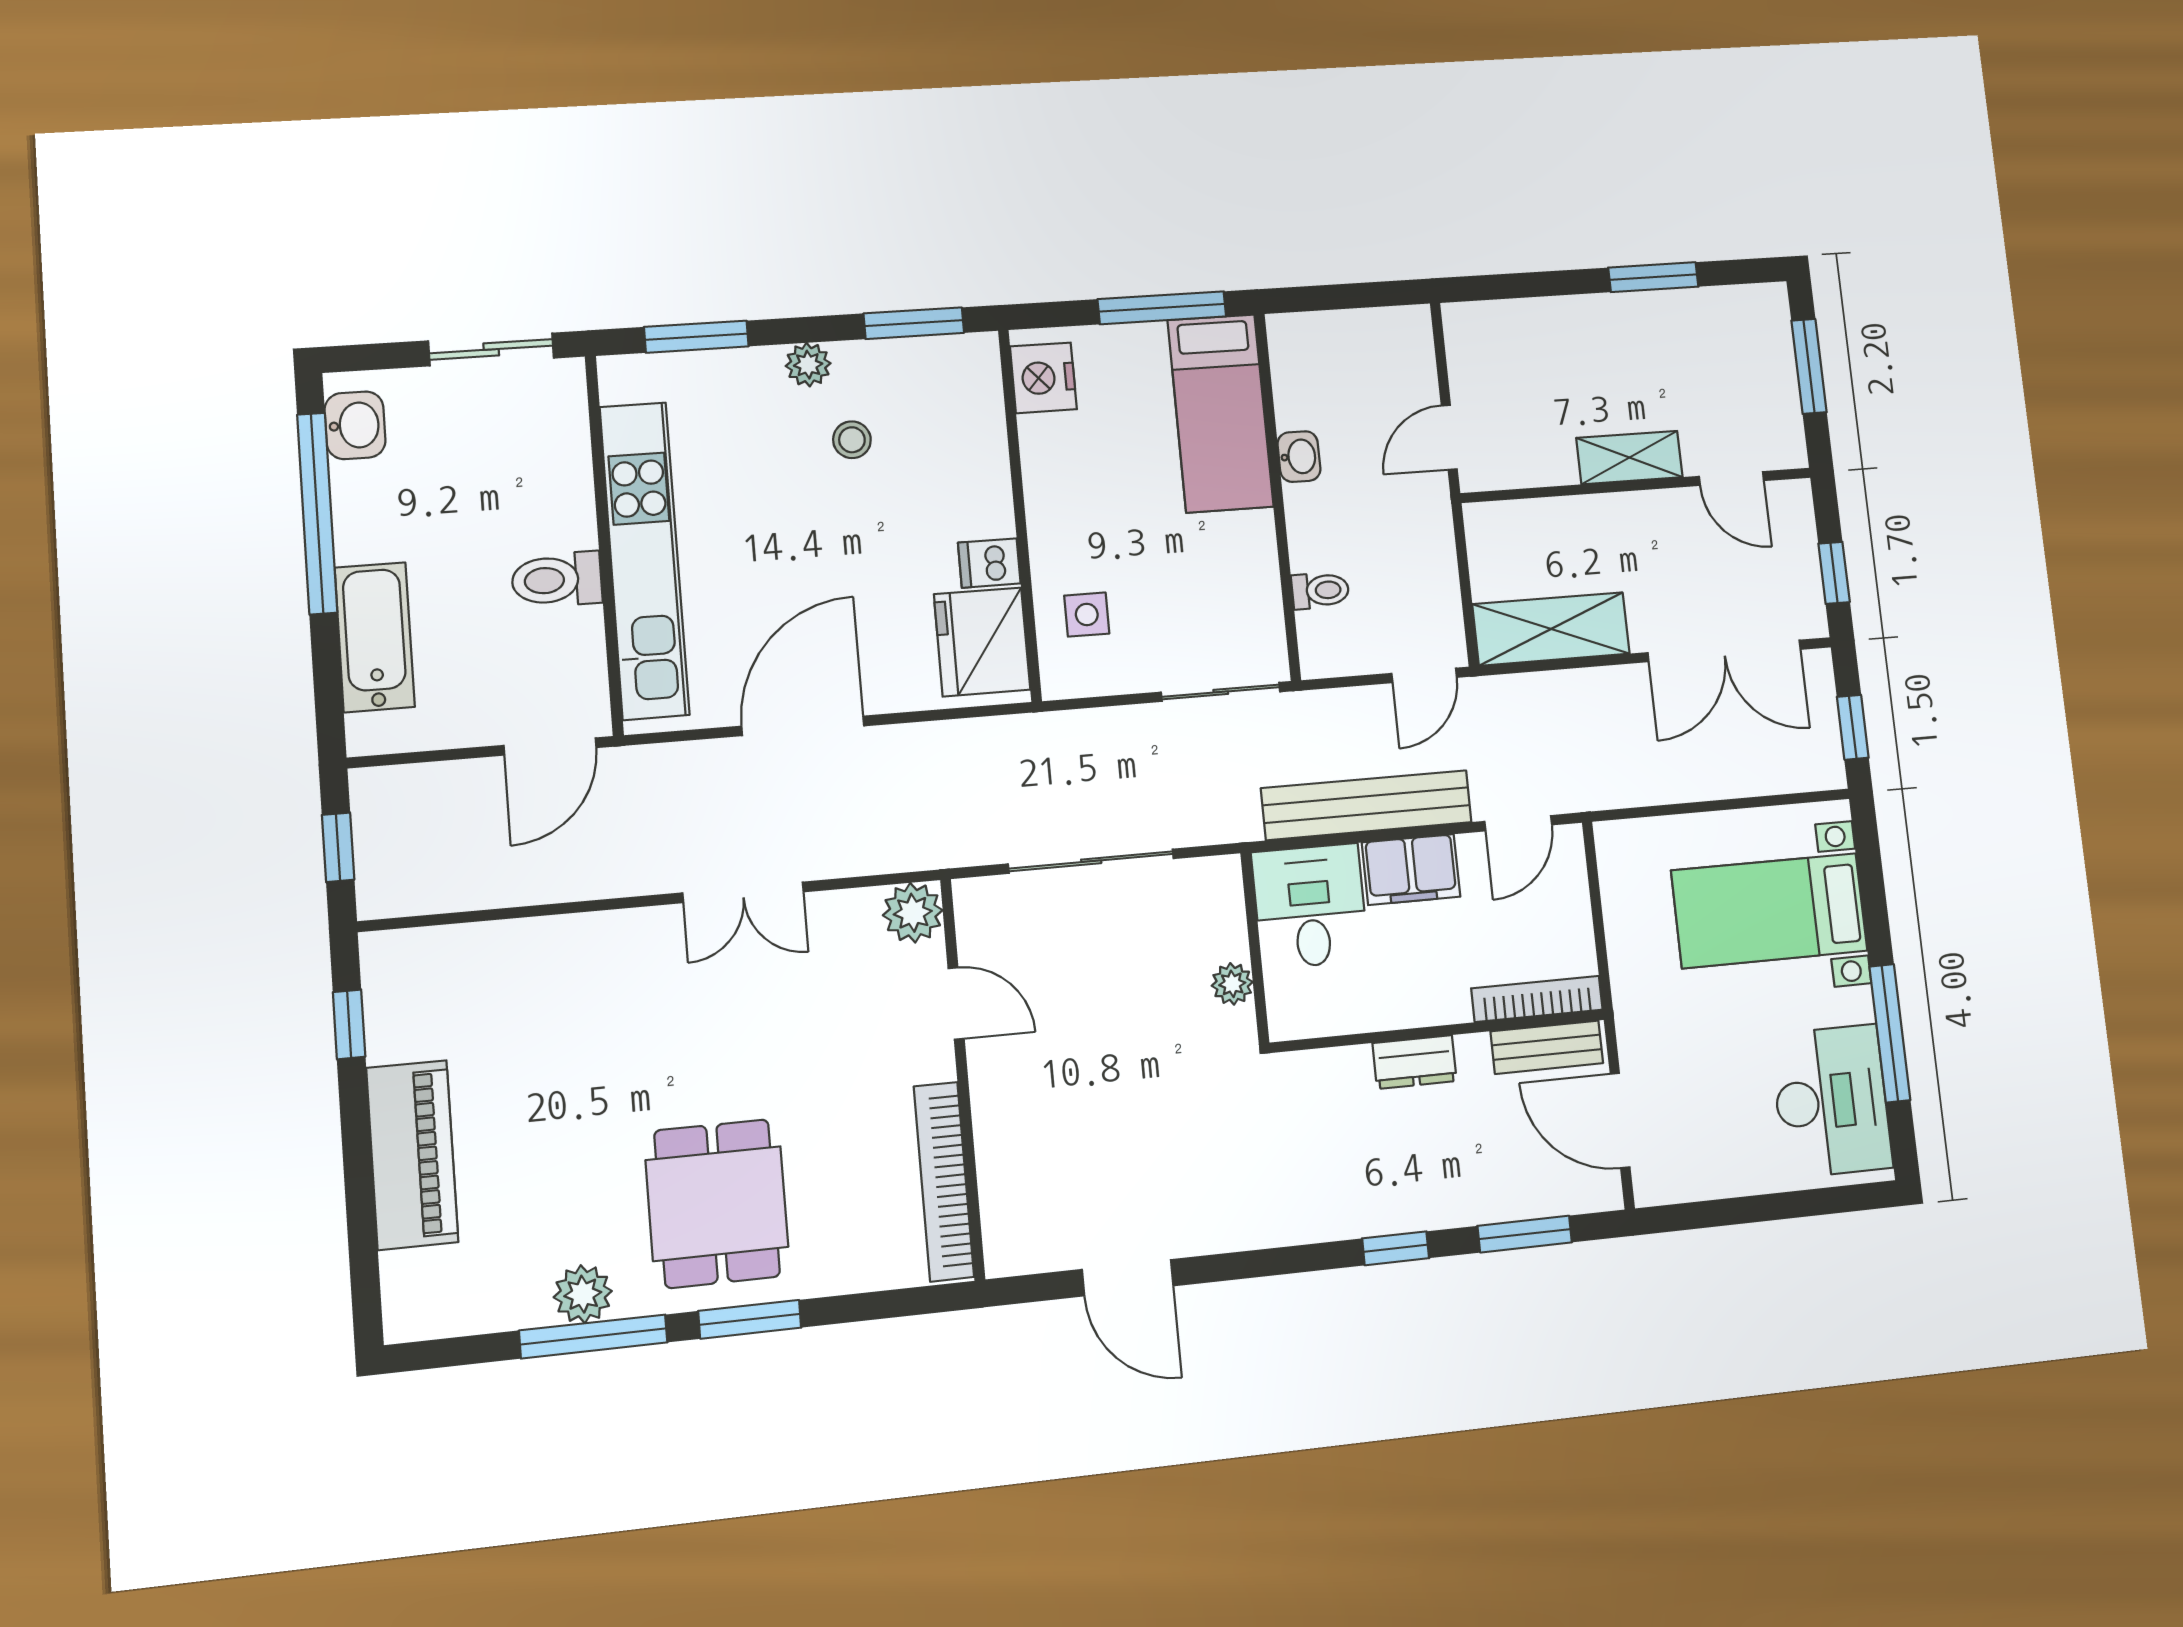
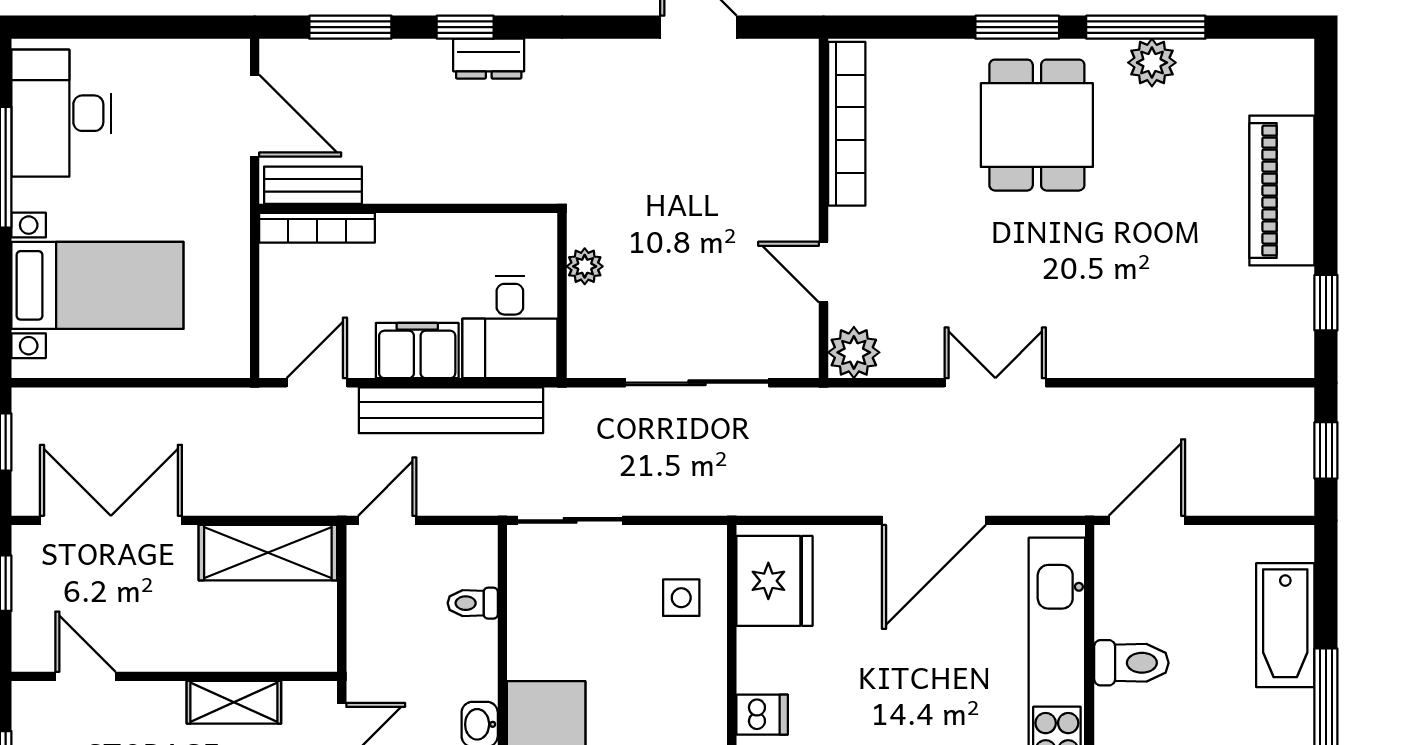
shelving: (1629, 458) -> (234, 702), moved
dishwasher: (989, 563) -> (762, 715), moved
dresser: (1415, 1062) -> (489, 59), moved, turned 180

